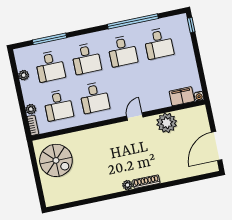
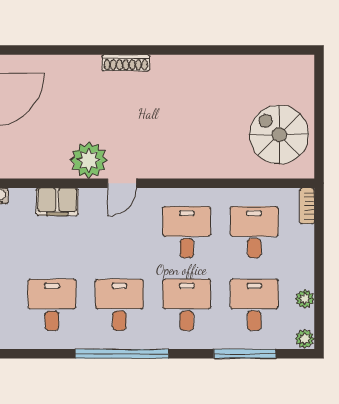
window: (133, 21) -> (122, 354), moved
filing cabinet: (182, 96) -> (57, 202), moved
plant: (31, 109) -> (305, 339), moved
plant: (167, 123) -> (89, 160), moved
plant: (127, 185) -> (161, 64), removed

